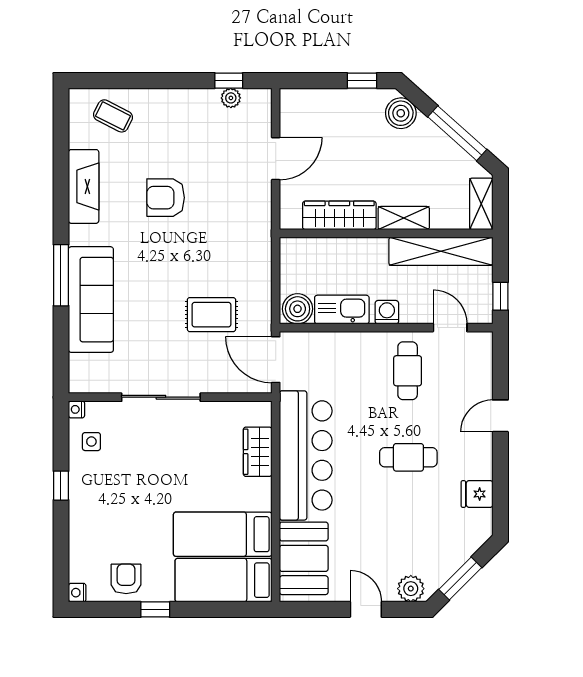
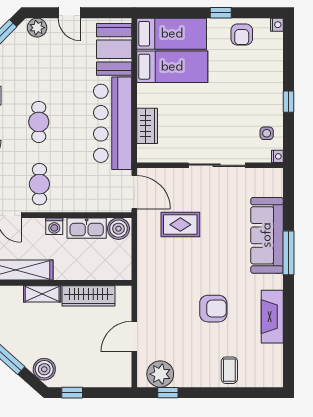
plant: (231, 98) -> (160, 374), width x1.88, depth x1.88
coffee table: (113, 116) -> (229, 370), moved, turned 63
cafe table: (408, 457) -> (39, 122), turned 90

